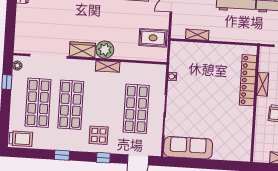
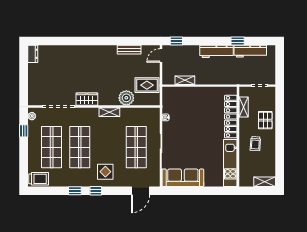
plant: (105, 50) -> (126, 98), moved
shelving: (263, 84) -> (244, 107), moved
kitchen unit: (244, 134) -> (230, 163), added
window: (103, 158) -> (96, 191), moved

